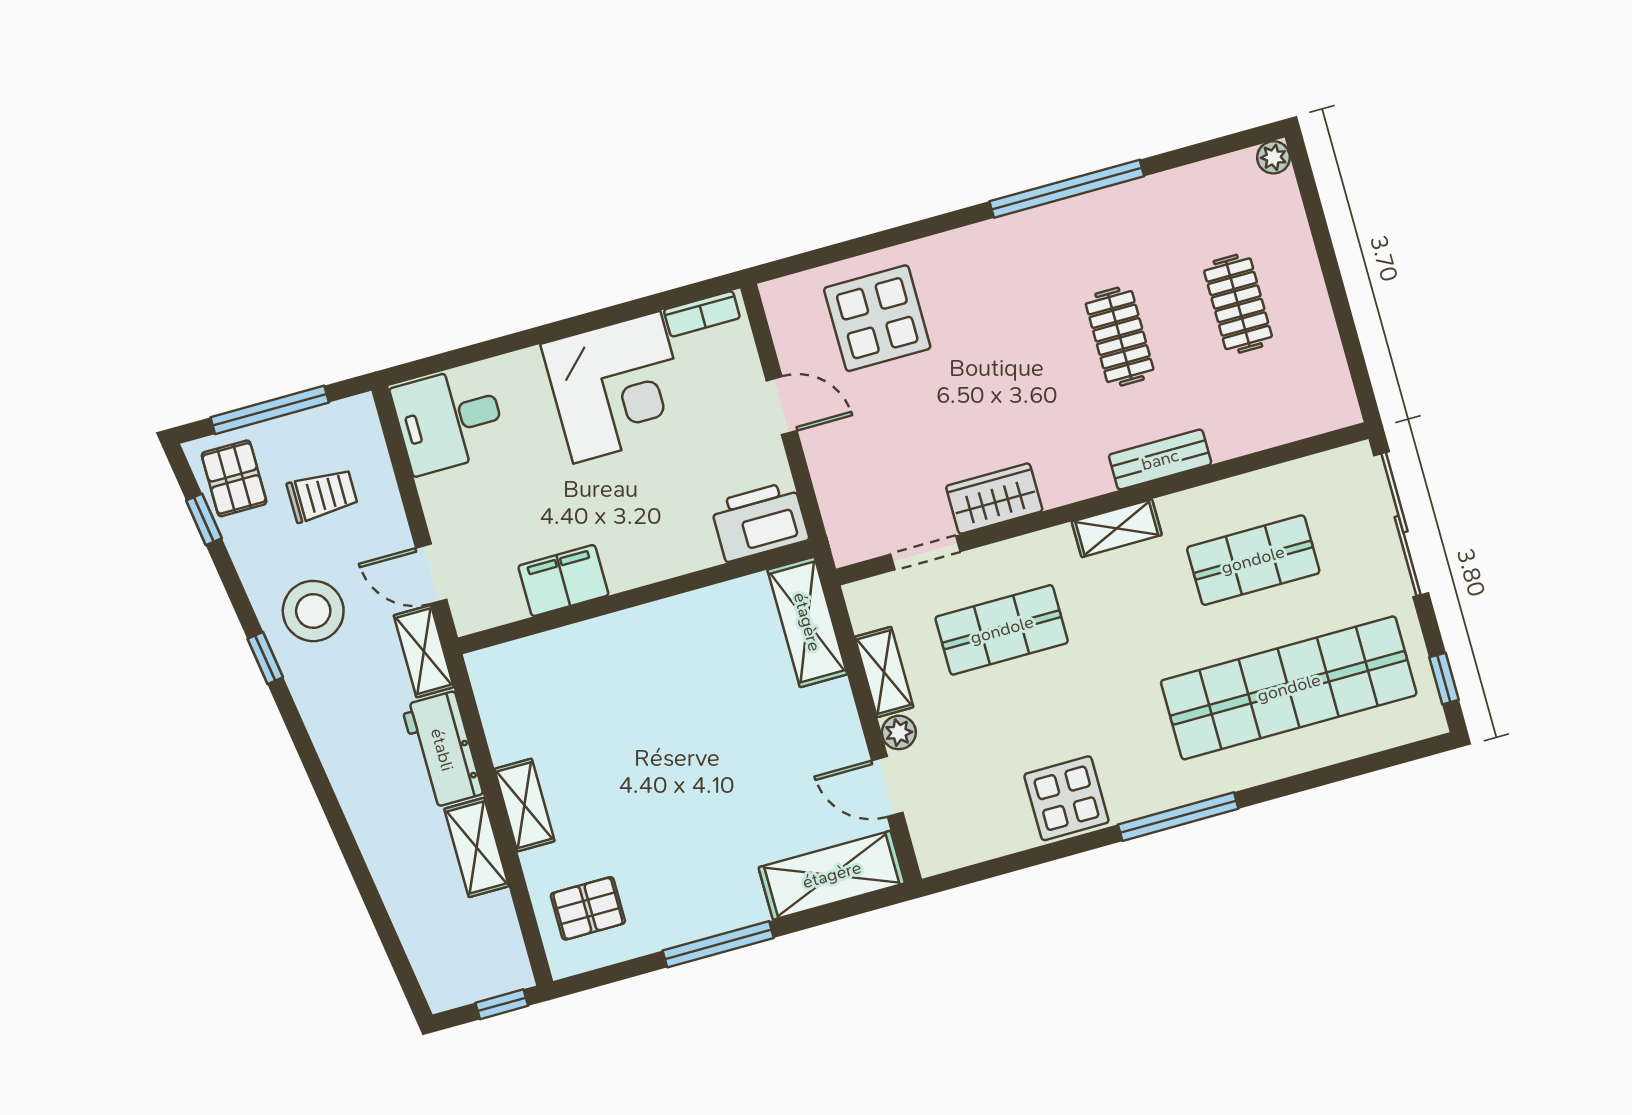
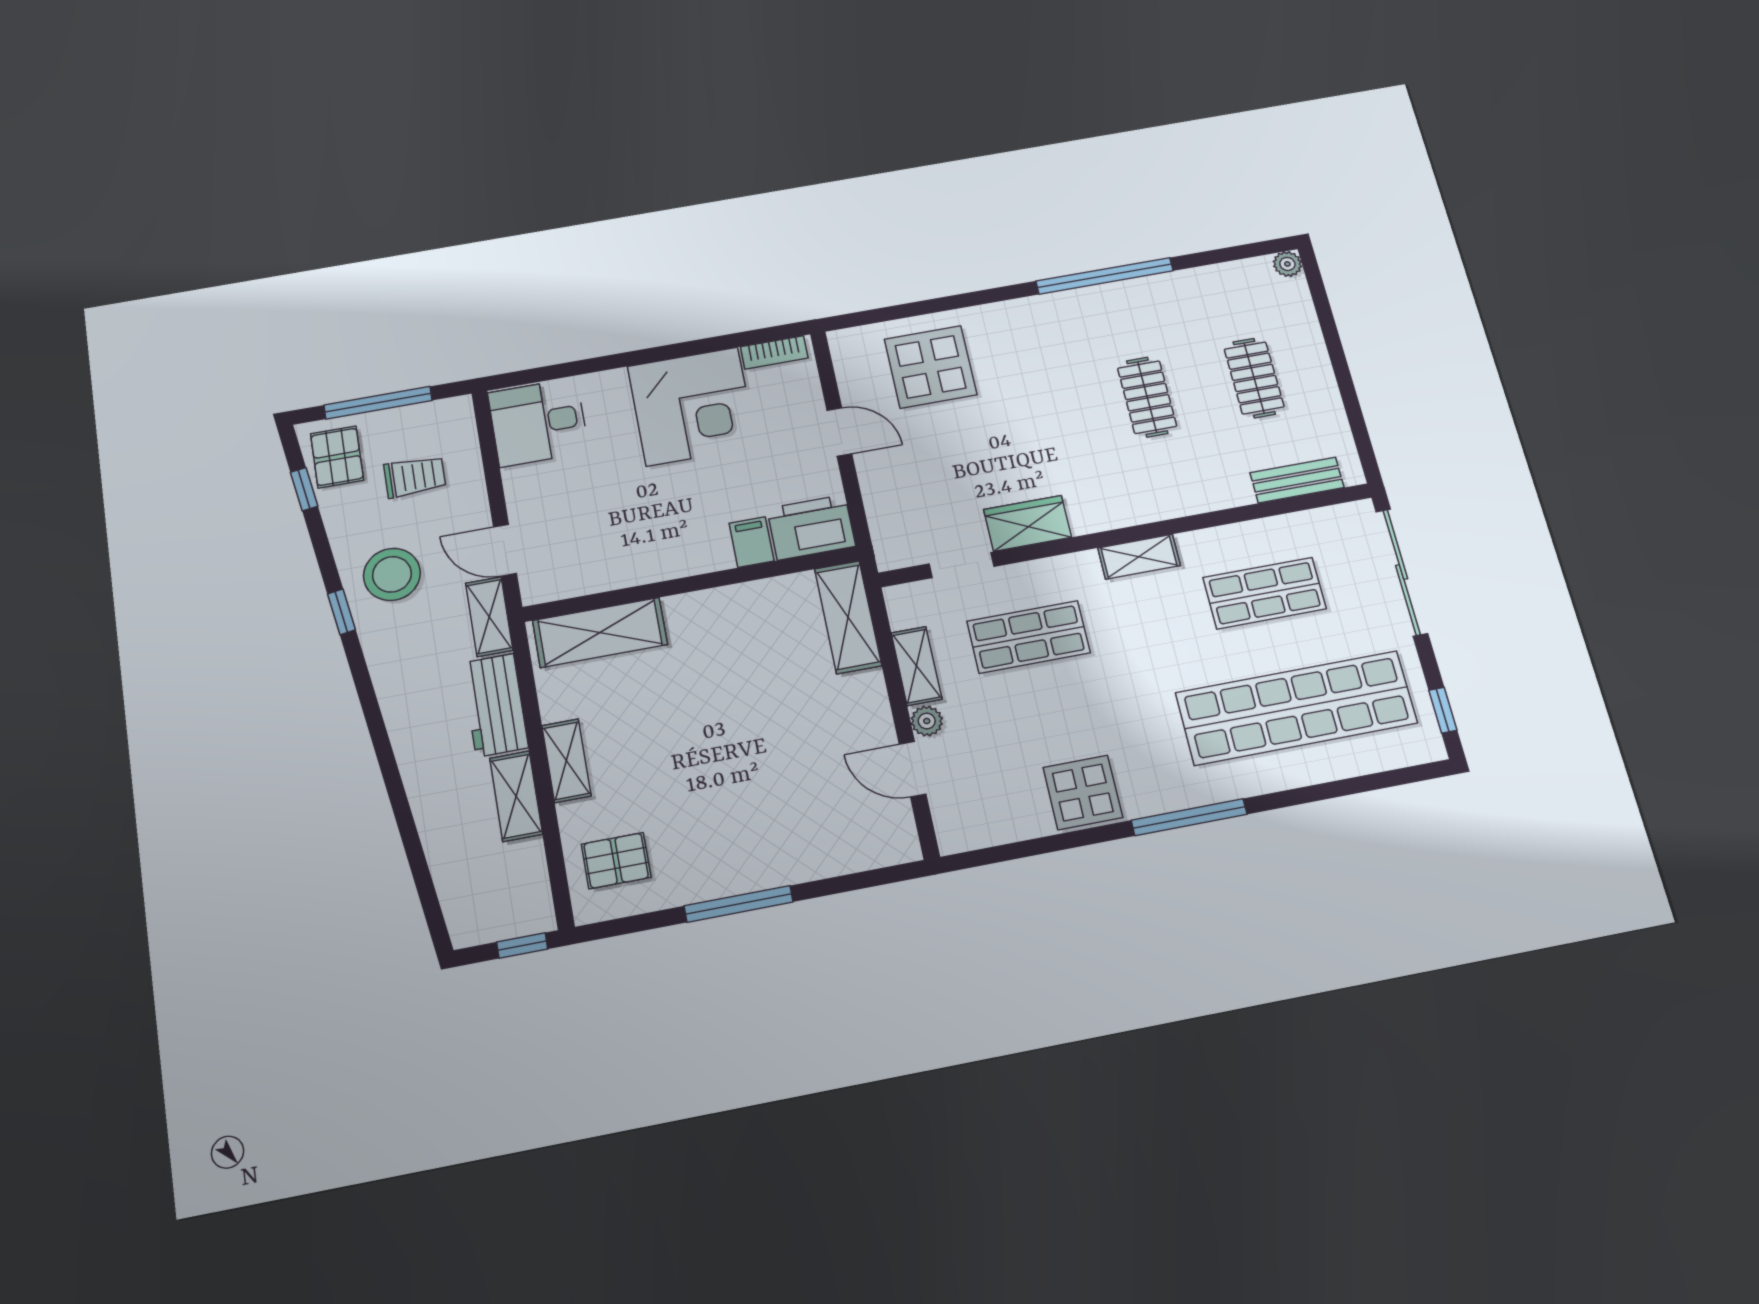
bench: (1160, 460) -> (1297, 480), moved
filing cabinet: (563, 581) -> (752, 542), moved, width x0.50
shelving: (832, 875) -> (600, 632), moved

